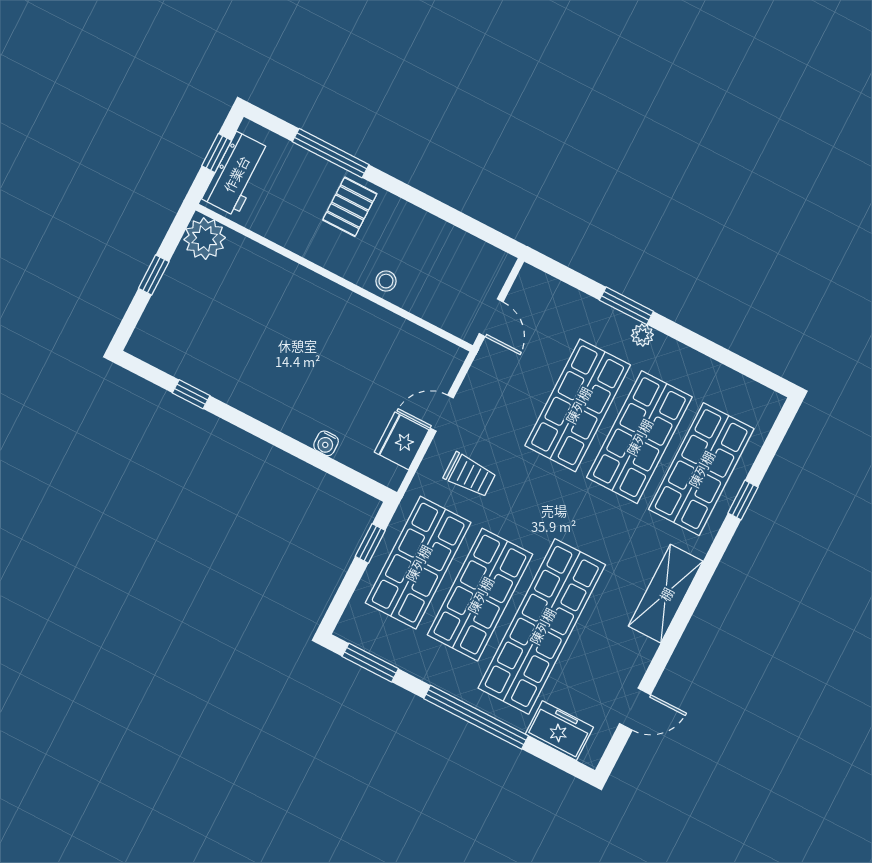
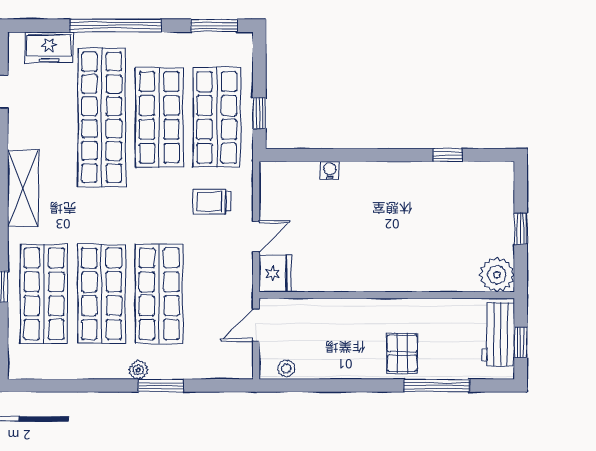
stool: (386, 281) -> (286, 368), moved
door: (491, 318) -> (256, 325), hinge flipped
fridge: (402, 441) -> (275, 274), moved

